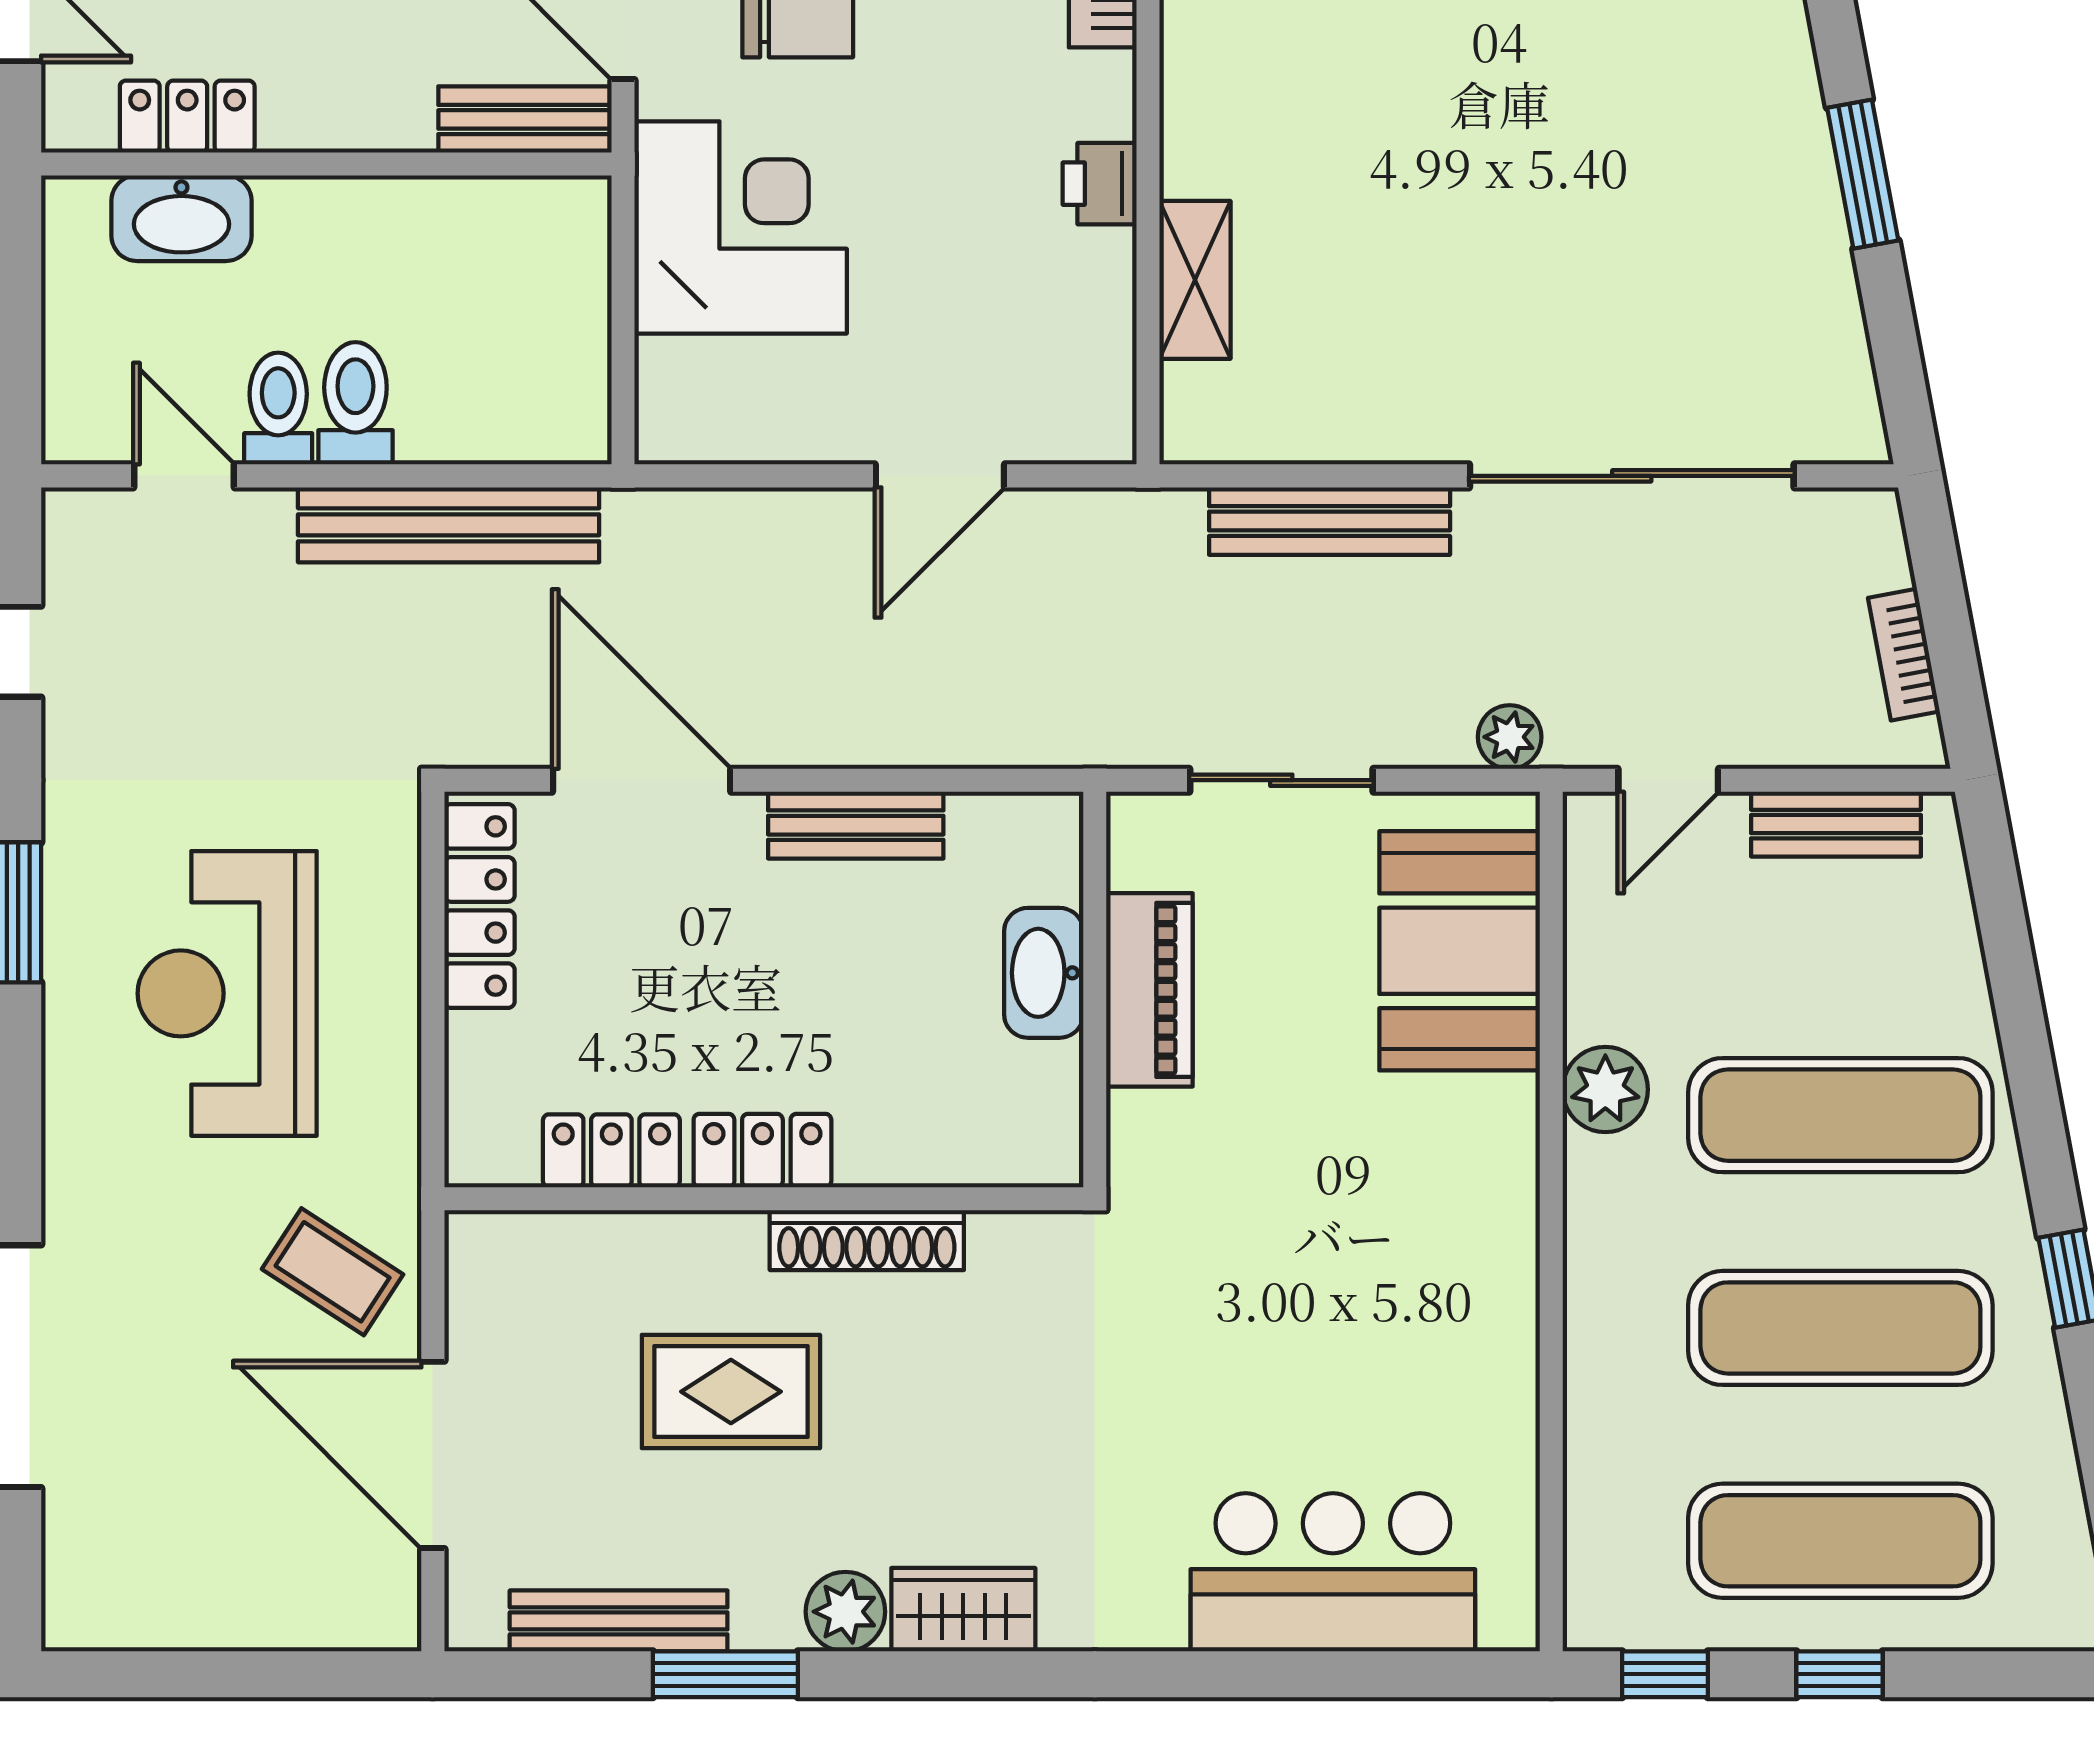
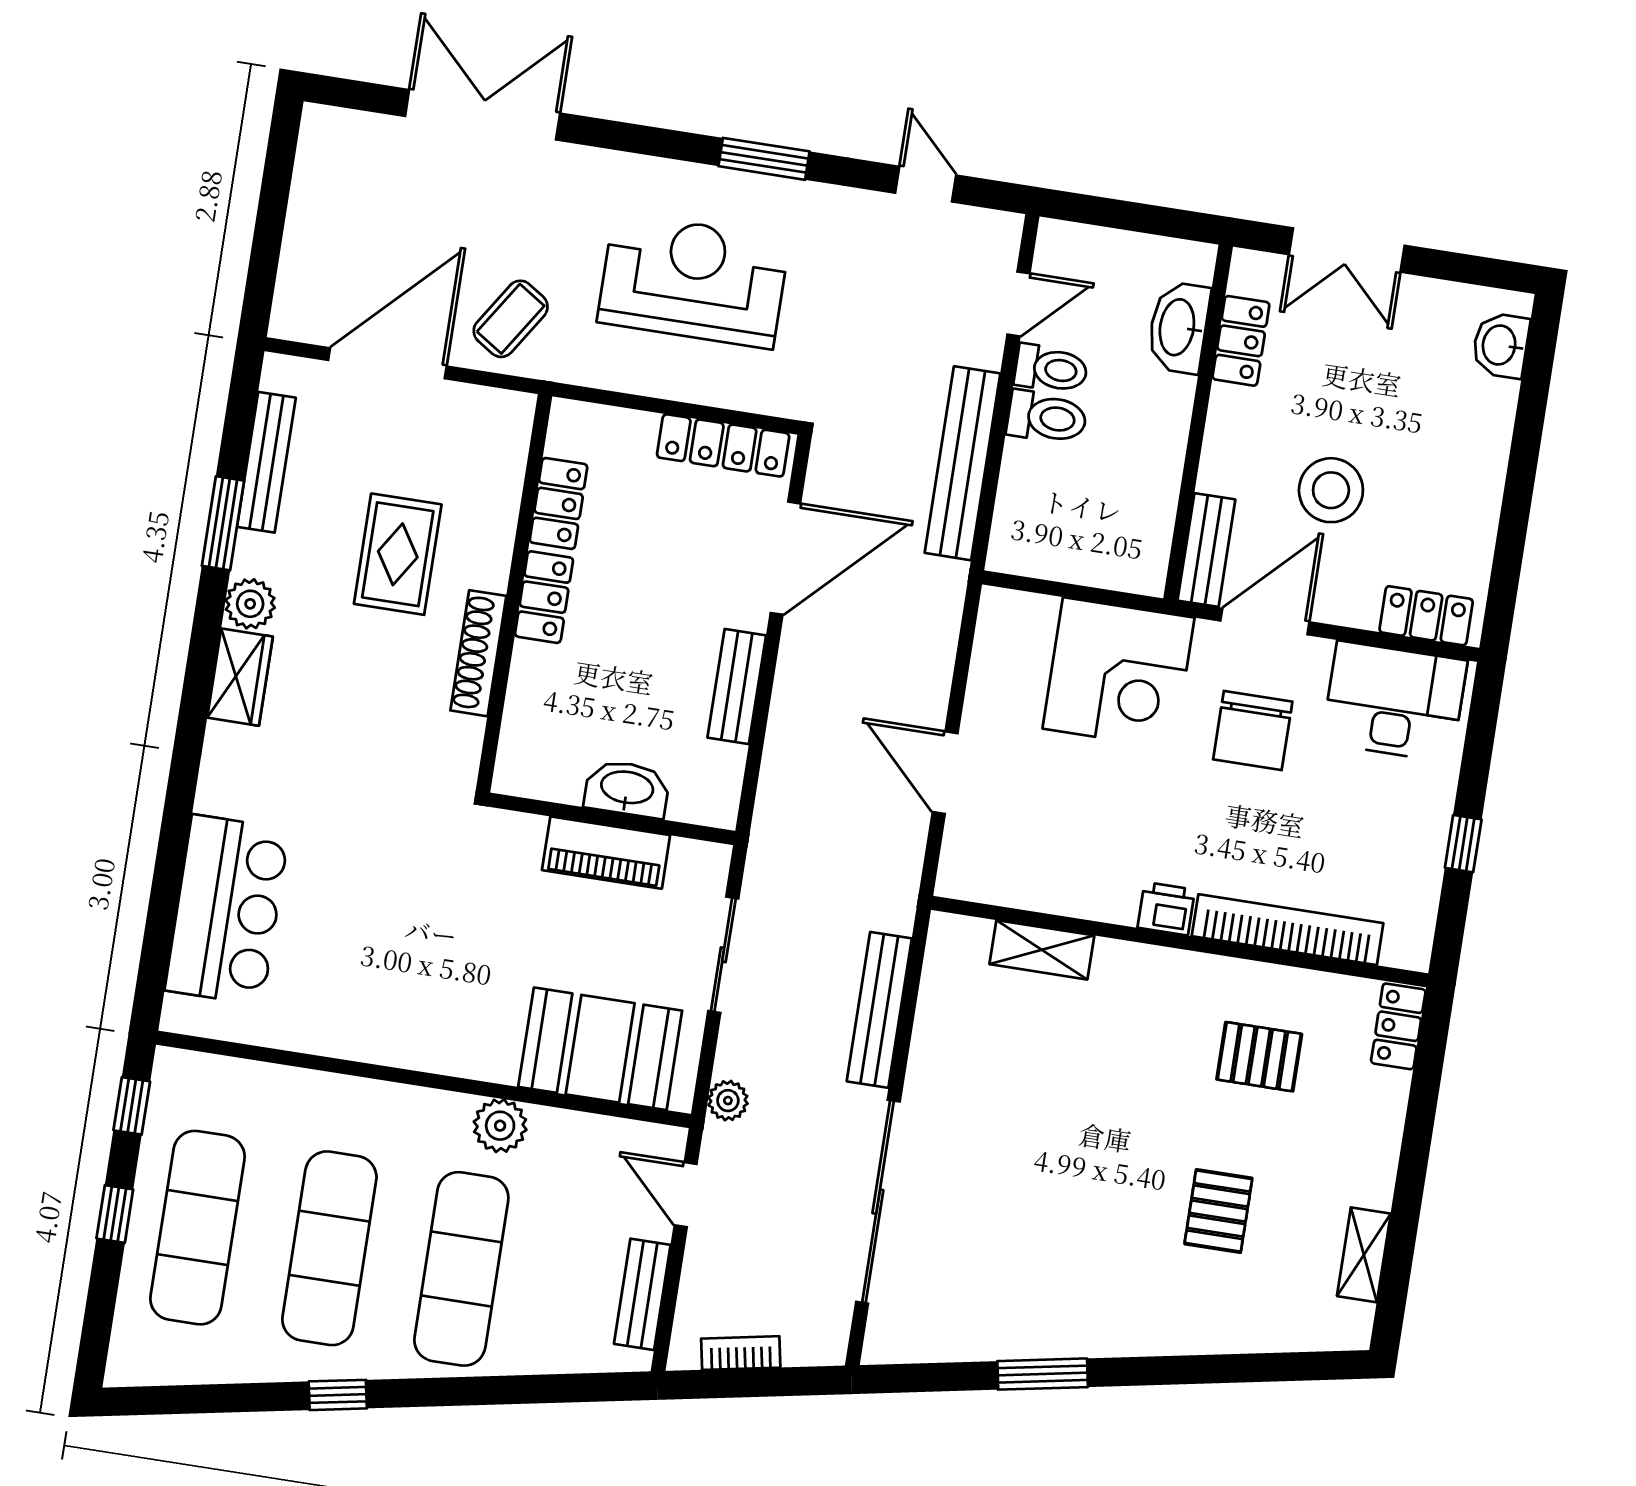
printer: (1100, 184) -> (1166, 909), moved

